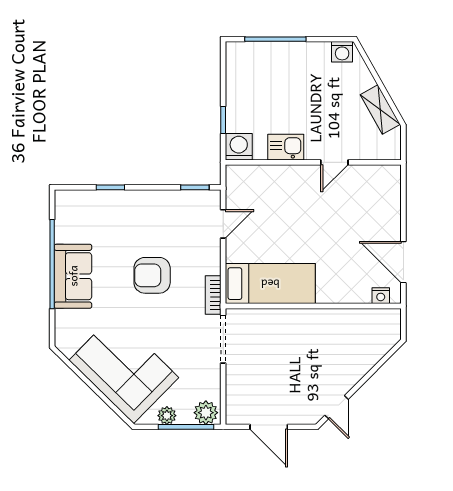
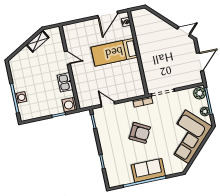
washing machine: (342, 52) -> (21, 97), moved
armchair: (152, 275) -> (140, 133), turned -62
bed: (270, 284) -> (114, 52), moved, turned -90

